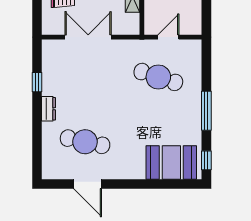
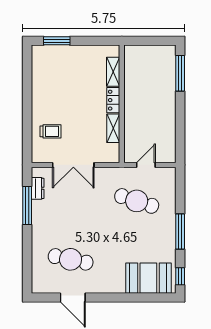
double door: (88, 37) -> (73, 165), swing flipped
window: (37, 82) -> (27, 205), width x2.17
dresser: (49, 109) -> (38, 188), moved

